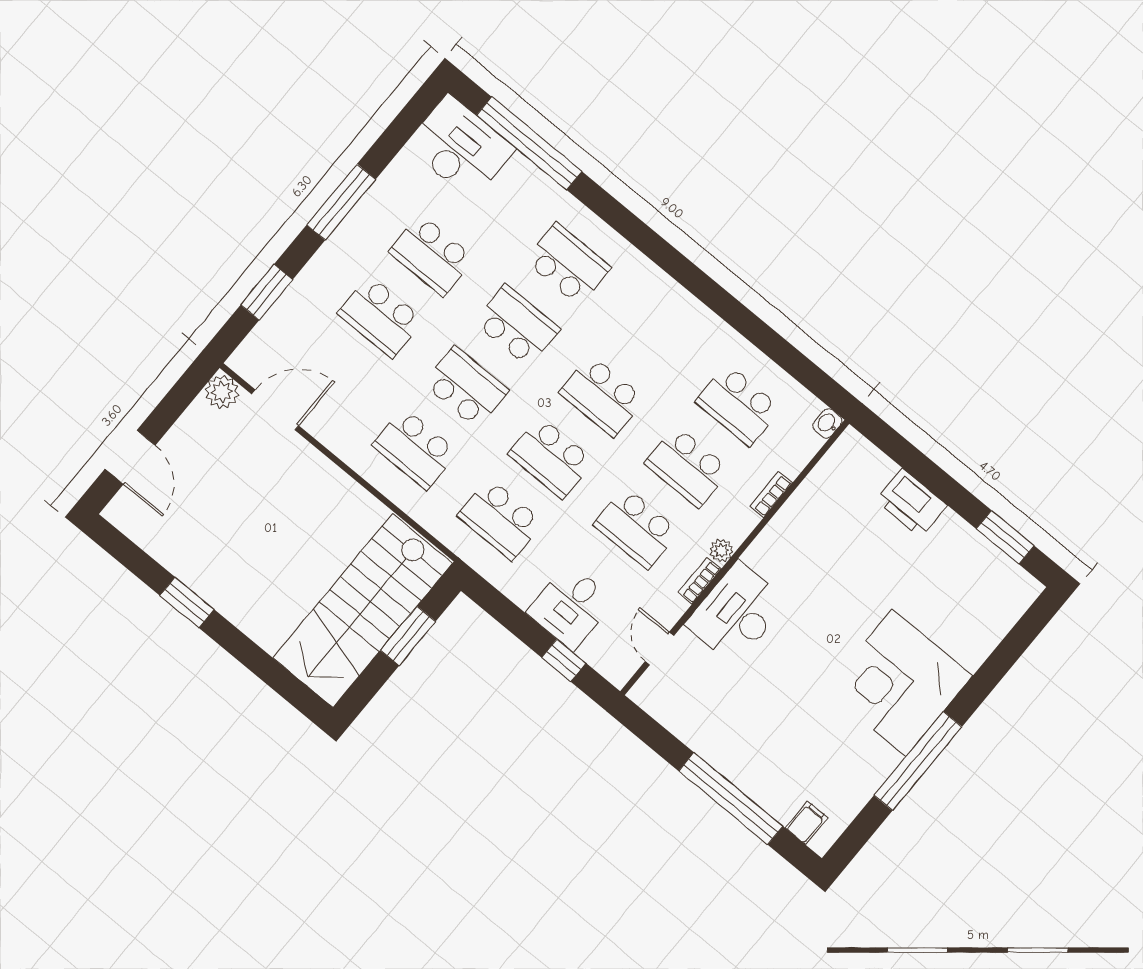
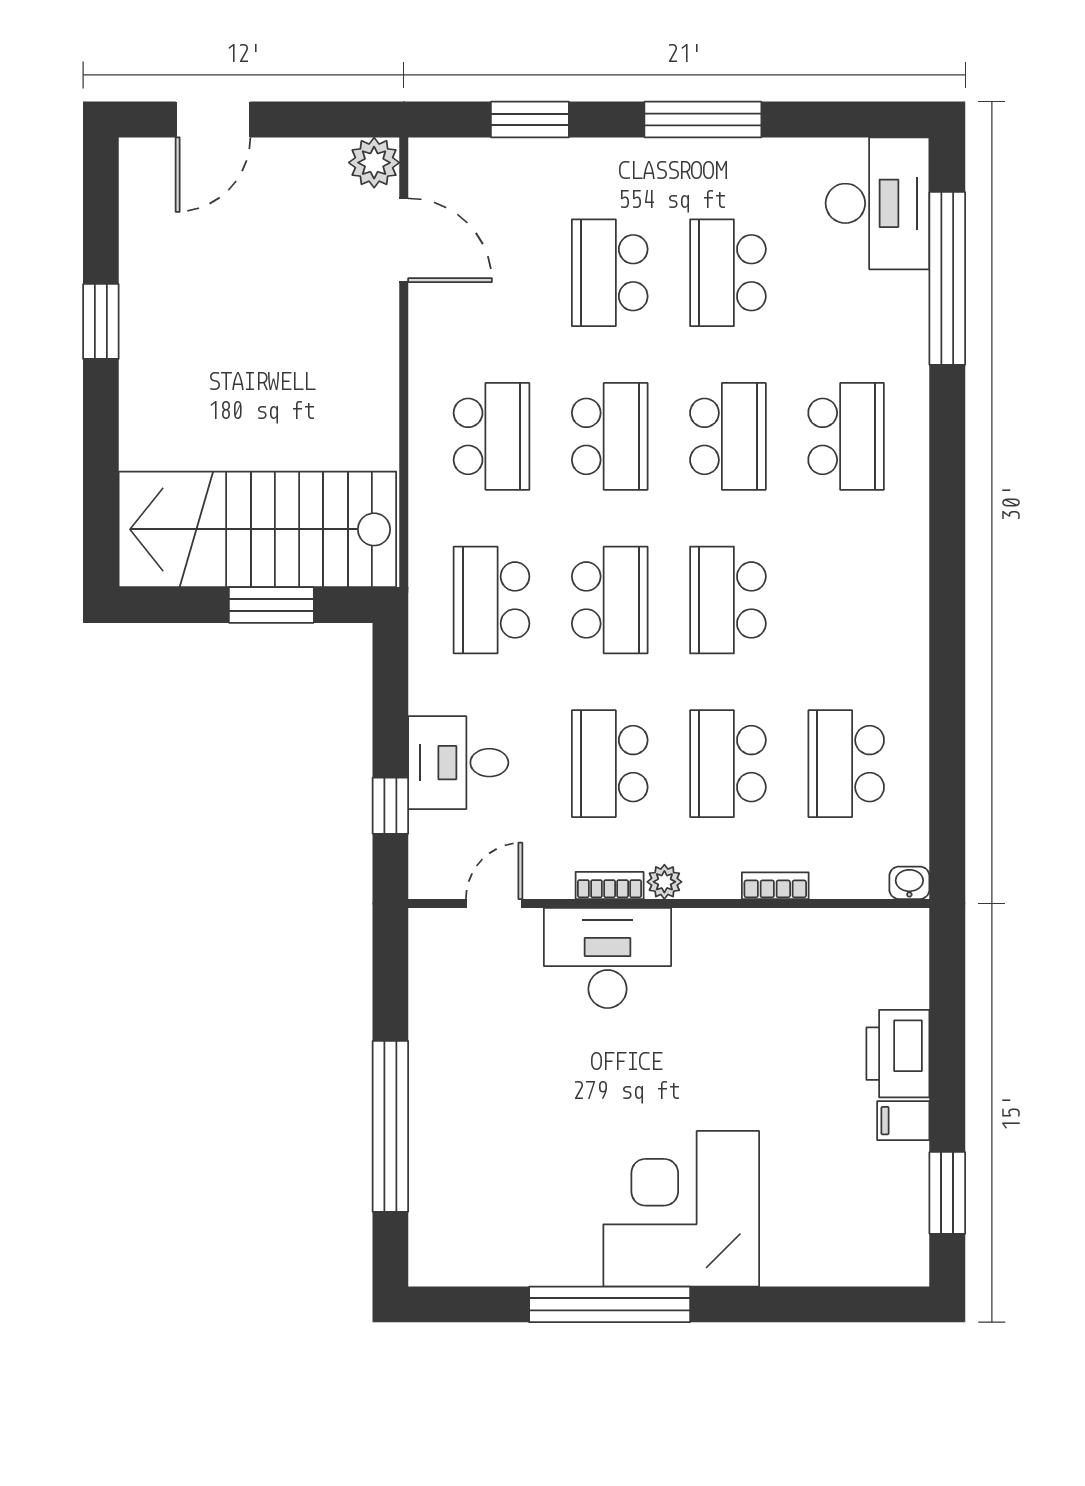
school desk: (415, 449) -> (492, 436), turned 180
school desk: (551, 458) -> (610, 600), turned 180
filing cabinet: (807, 823) -> (903, 1121), moved, turned 180

